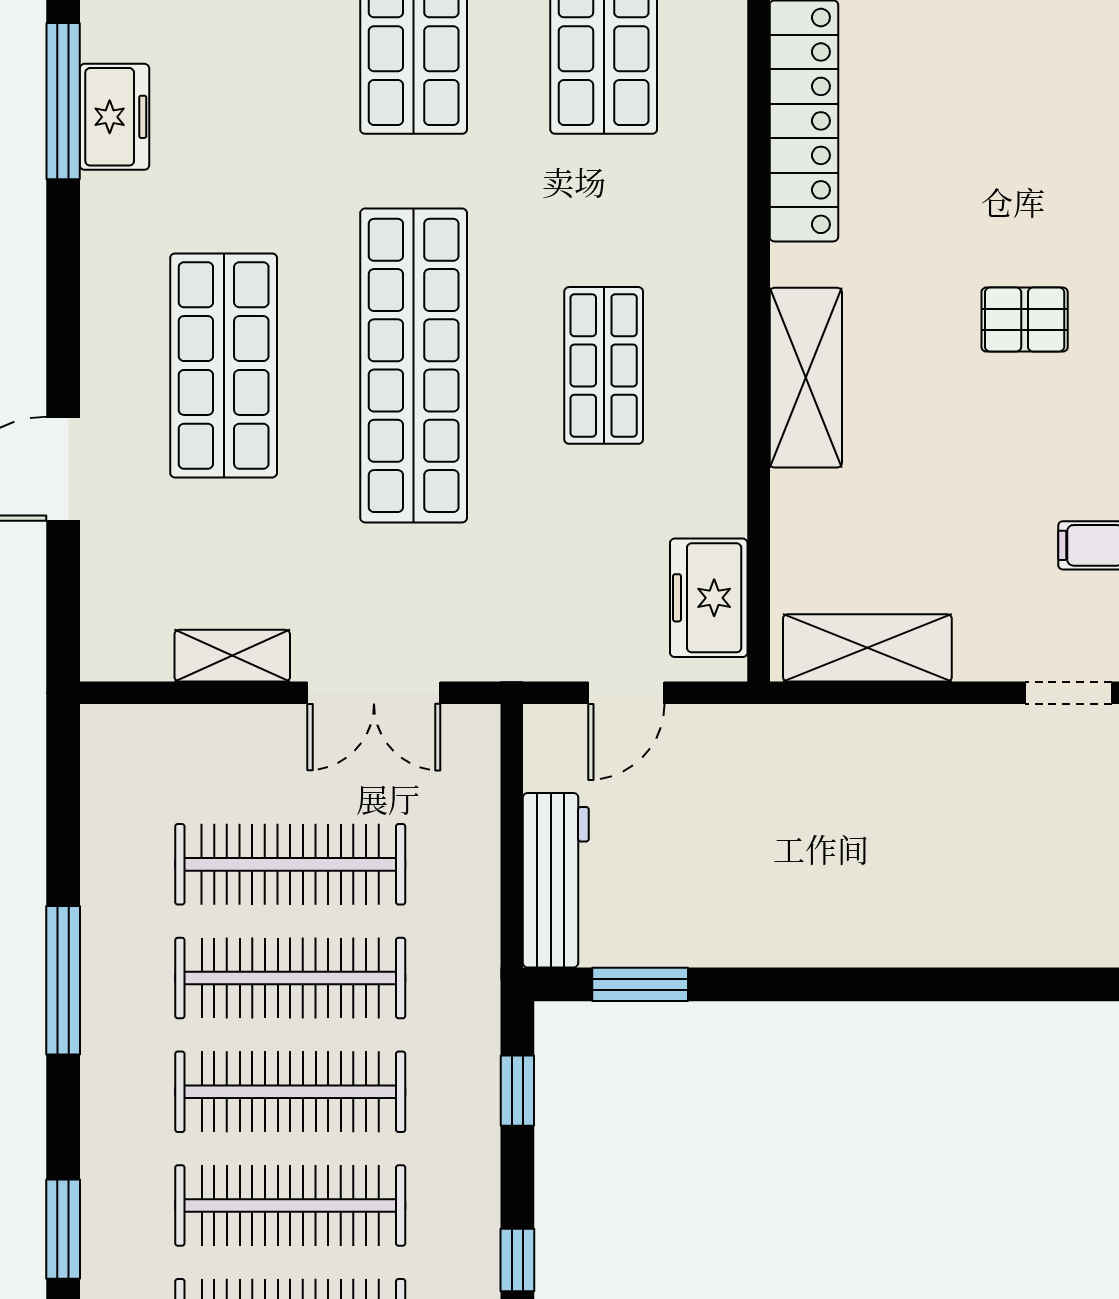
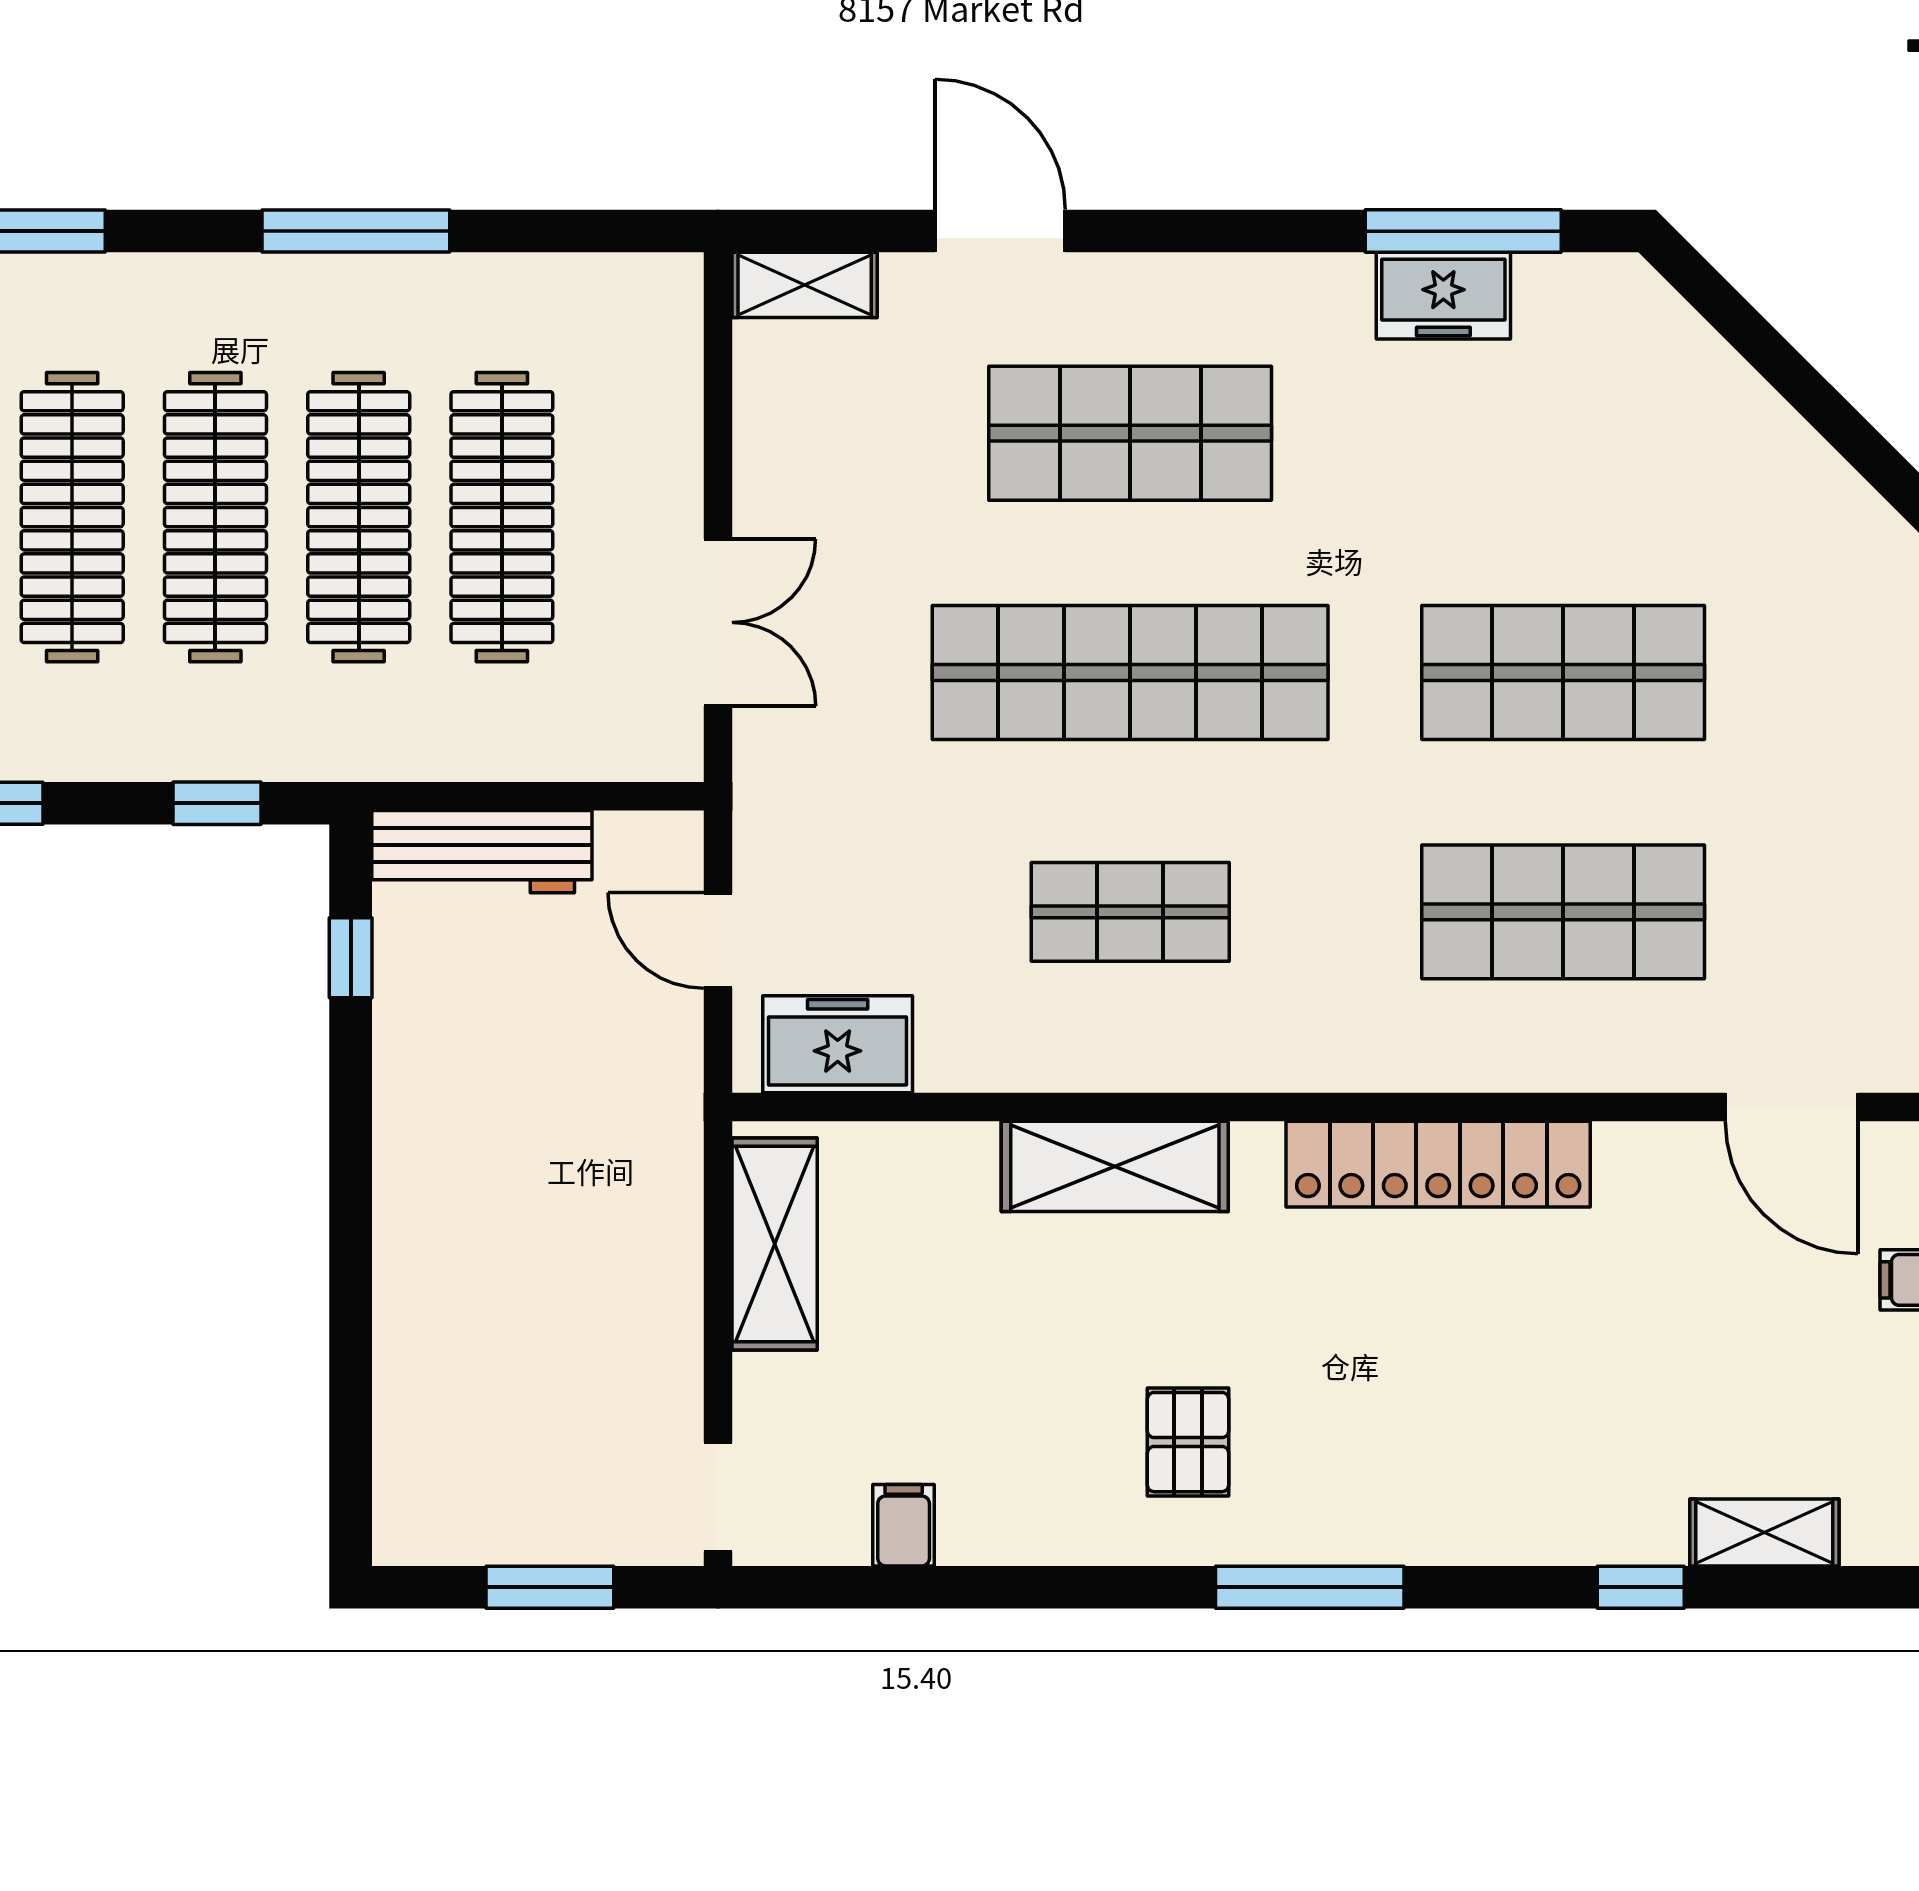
shelving: (232, 656) -> (805, 285), moved, turned 90
double door: (374, 693) -> (718, 622), swing flipped
window: (640, 984) -> (351, 958), width x0.67

